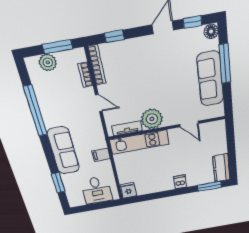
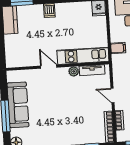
plant: (152, 119) -> (74, 71), width x0.53, depth x0.53
door: (189, 124) -> (49, 67), moved

